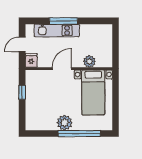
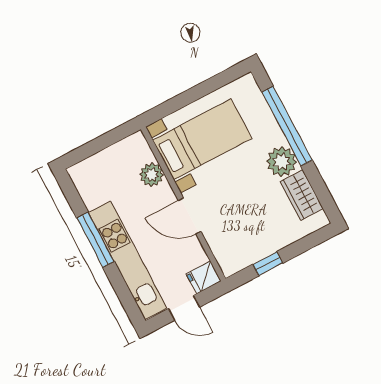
window: (63, 21) -> (95, 240), moved
kitchen unit: (57, 30) -> (128, 260), width x1.36
wardrobe: (45, 124) -> (302, 195), added

